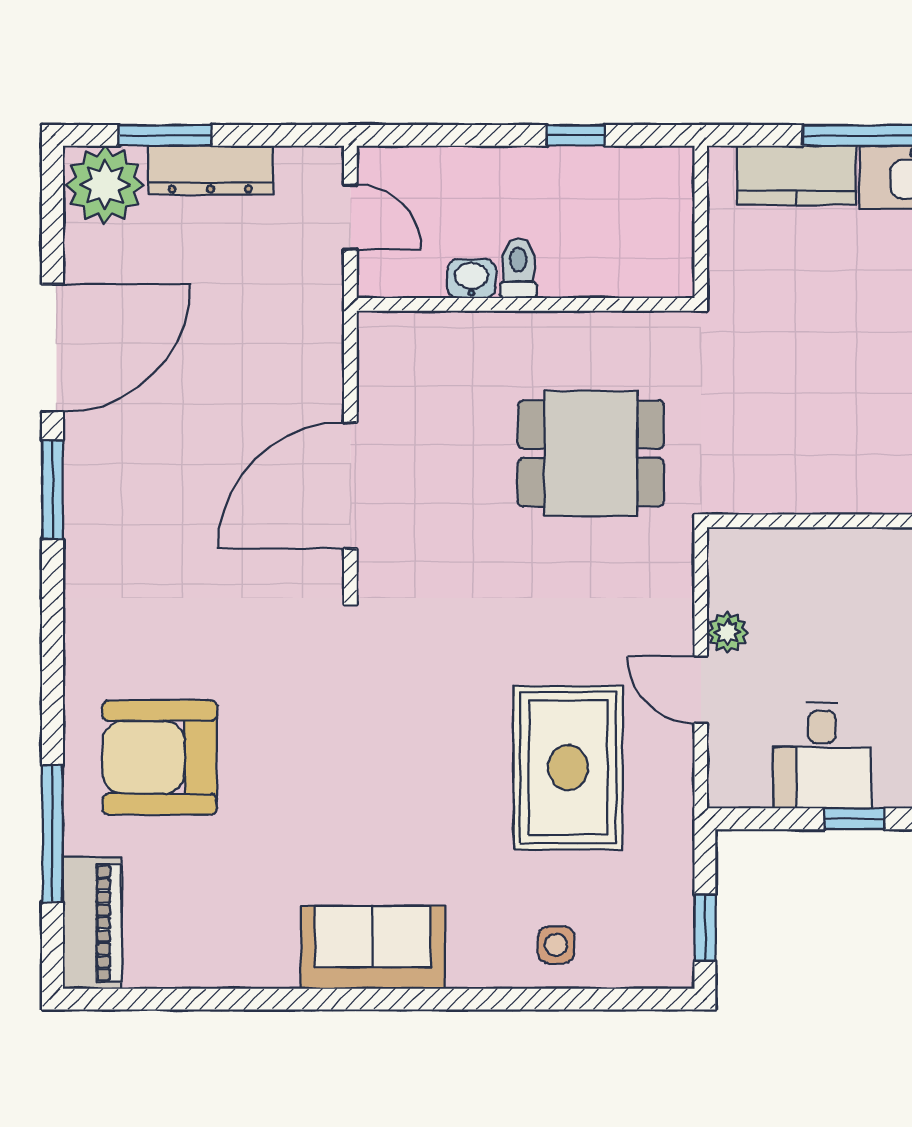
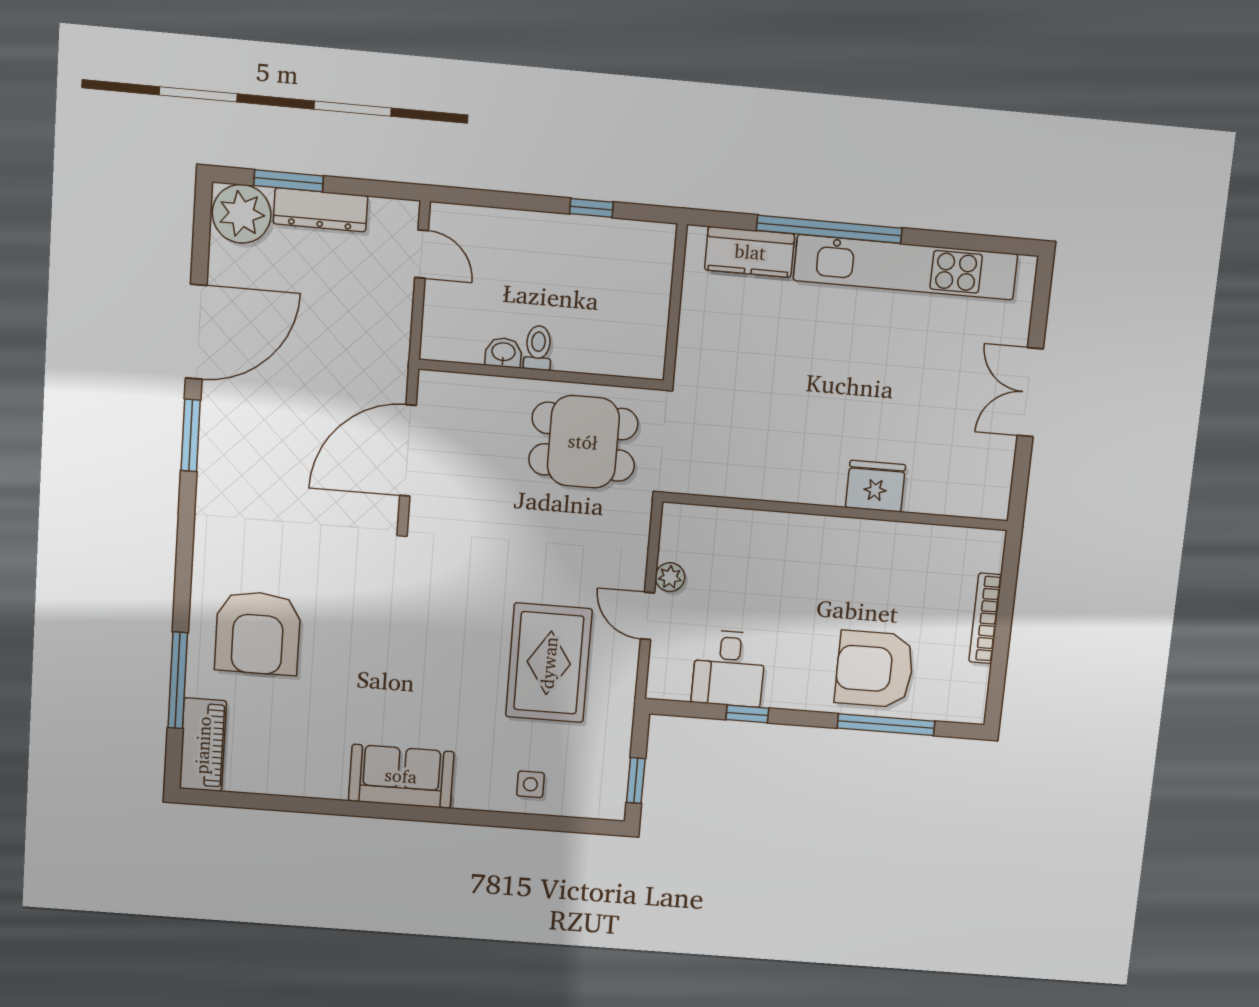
toilet: (518, 268) -> (538, 348), moved
washbasin: (471, 279) -> (503, 353), moved
wall: (526, 304) -> (541, 375), moved
armchair: (160, 757) -> (258, 633), turned -90

